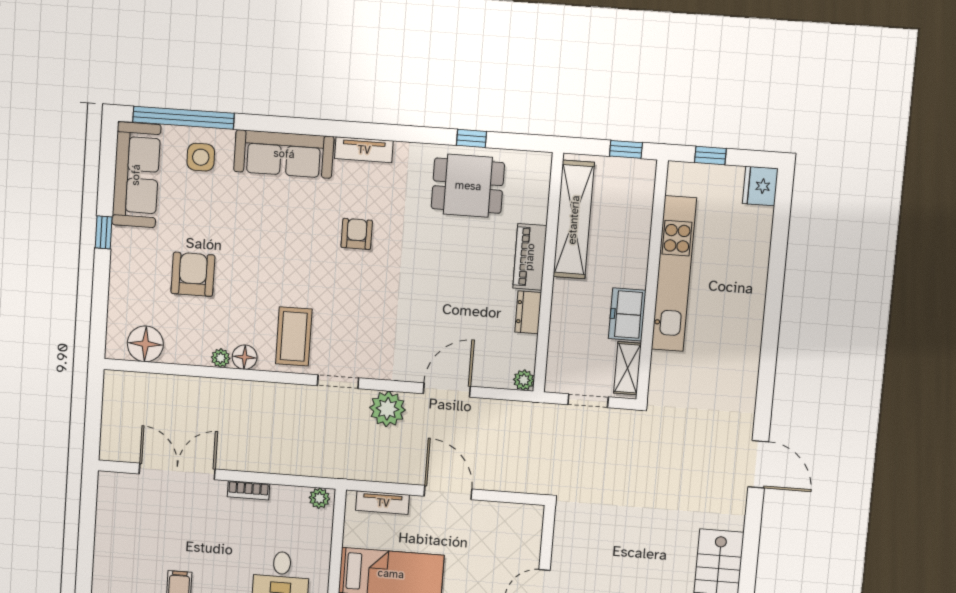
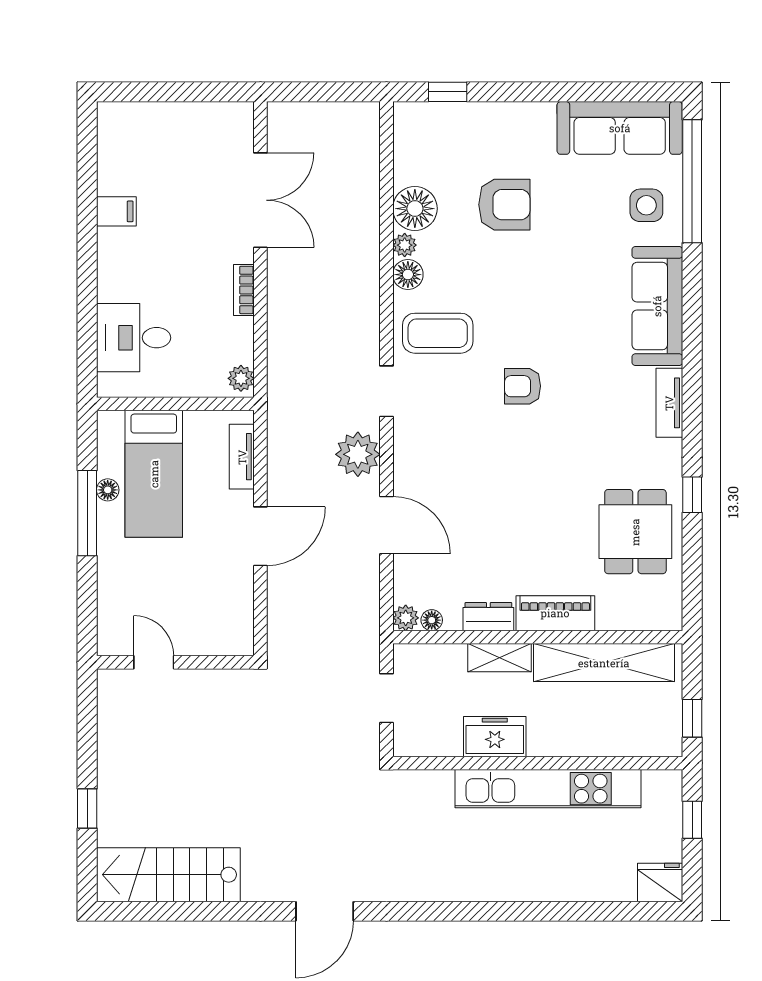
window: (472, 138) -> (692, 495), moved
window: (104, 232) -> (448, 92), moved
armchair: (357, 234) -> (523, 386), moved, turned 180
floor lamp: (145, 344) -> (415, 209), moved
floor lamp: (527, 359) -> (432, 620), added
shelving: (627, 368) -> (500, 658), moved

